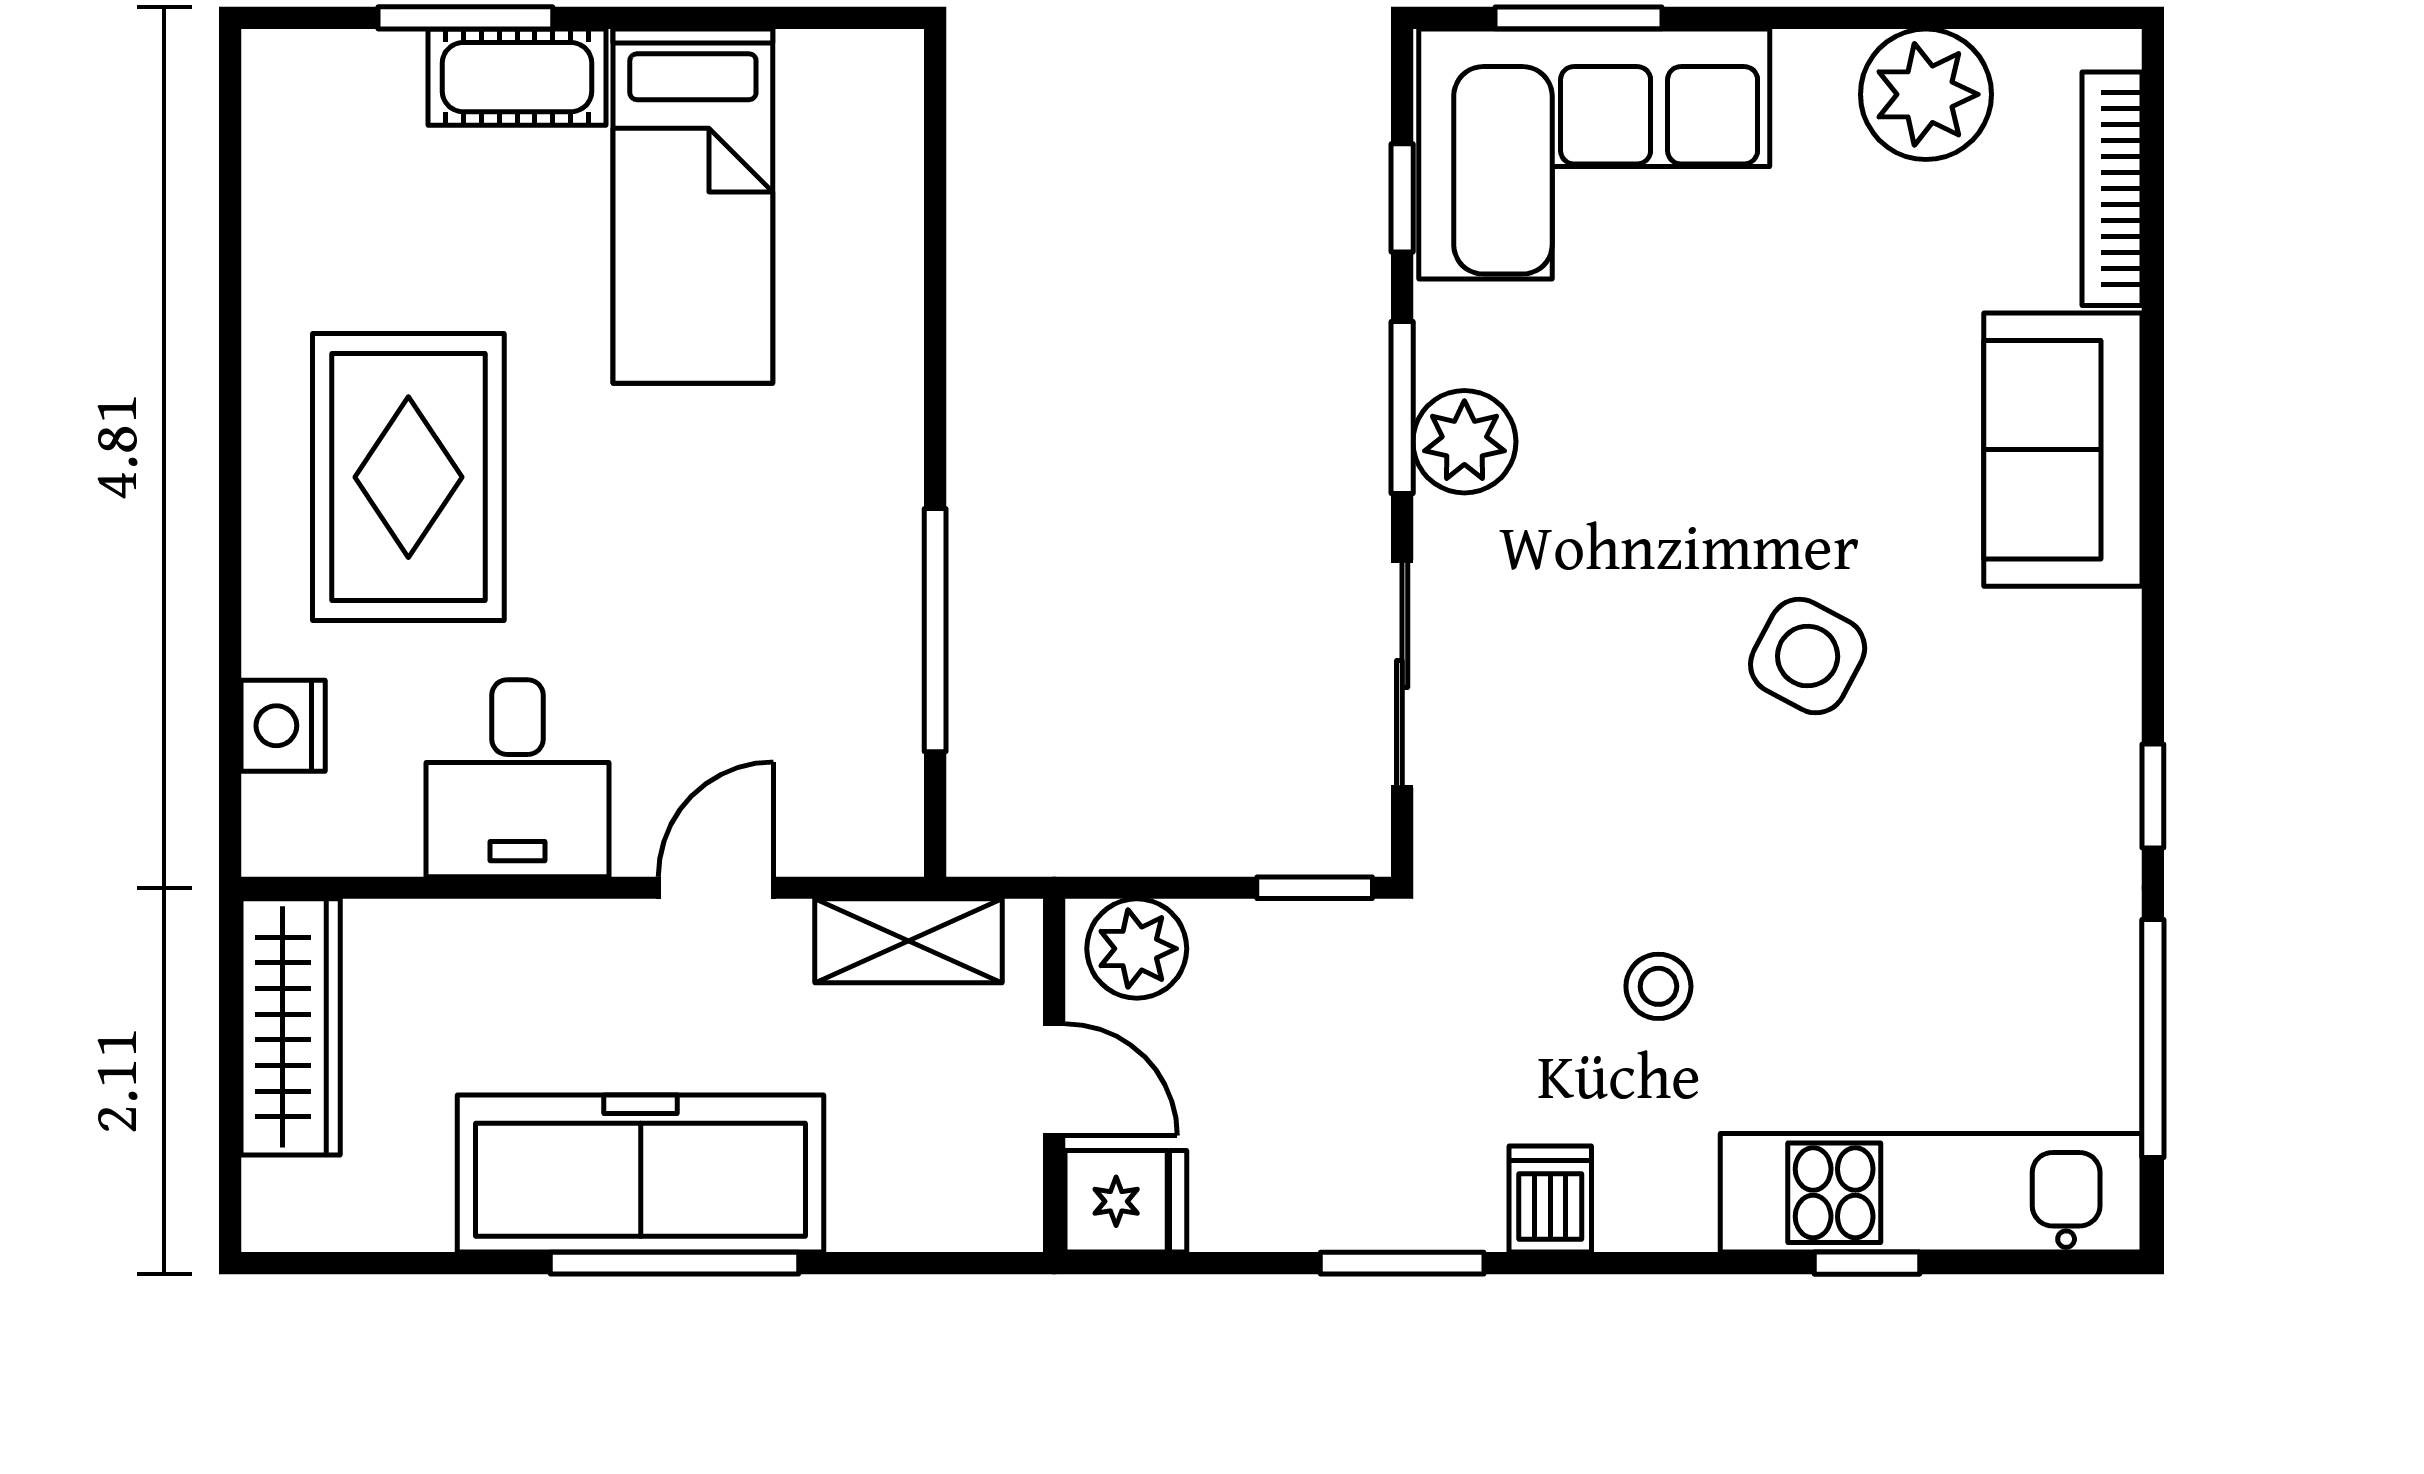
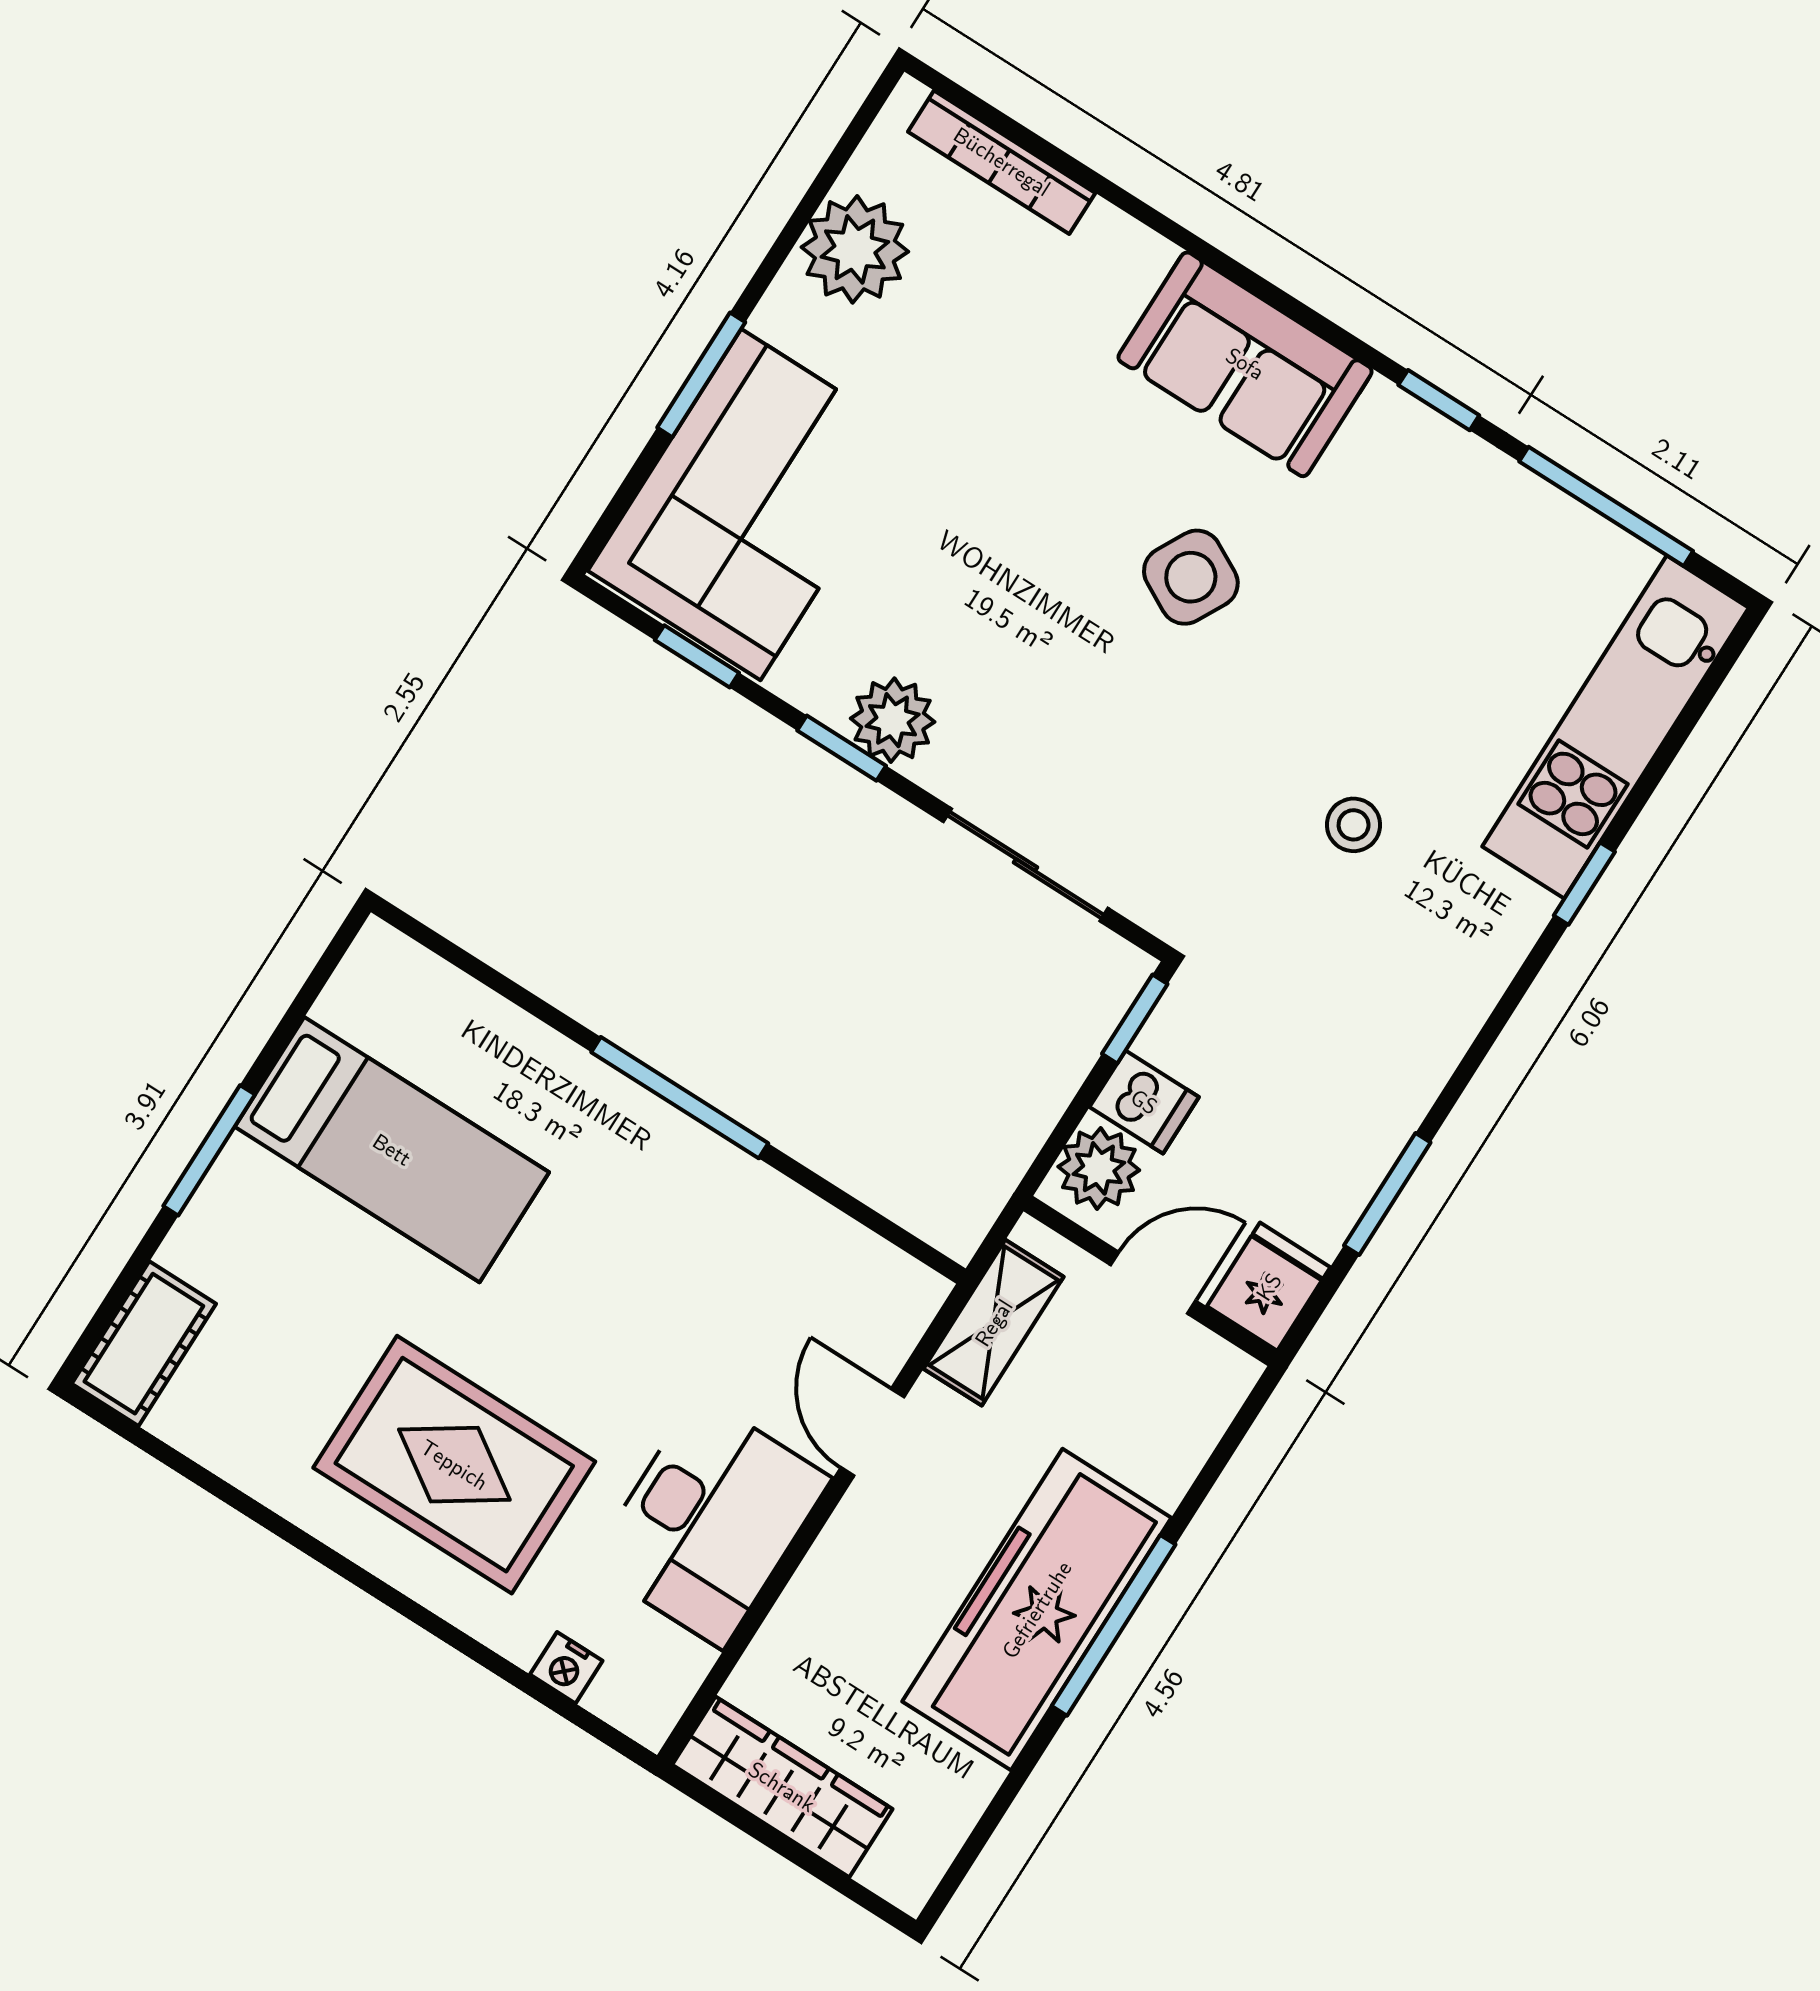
window: (465, 18) -> (209, 1150), moved
window: (1579, 18) -> (701, 375), moved
cot: (517, 77) -> (144, 1344), moved
window: (1402, 407) -> (842, 748), width x0.67
sofa: (2063, 450) -> (1245, 364), moved
window: (935, 630) -> (680, 1098), moved
nightstand: (283, 726) -> (566, 1668), width x0.72, depth x0.74
desk: (517, 778) -> (710, 1521), width x1.37
dishwasher: (1550, 1199) -> (1144, 1102), moved, turned 180
window: (1402, 1263) -> (1387, 1194), moved
window: (1867, 1263) -> (1584, 884), moved

